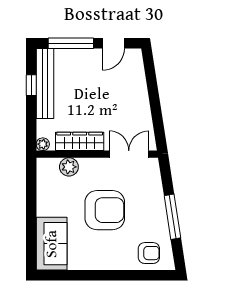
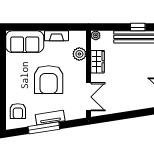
wardrobe: (80, 141) -> (98, 62), width x0.67
fireplace: (43, 199) -> (57, 36), added
tv unit: (158, 208) -> (50, 118), added

